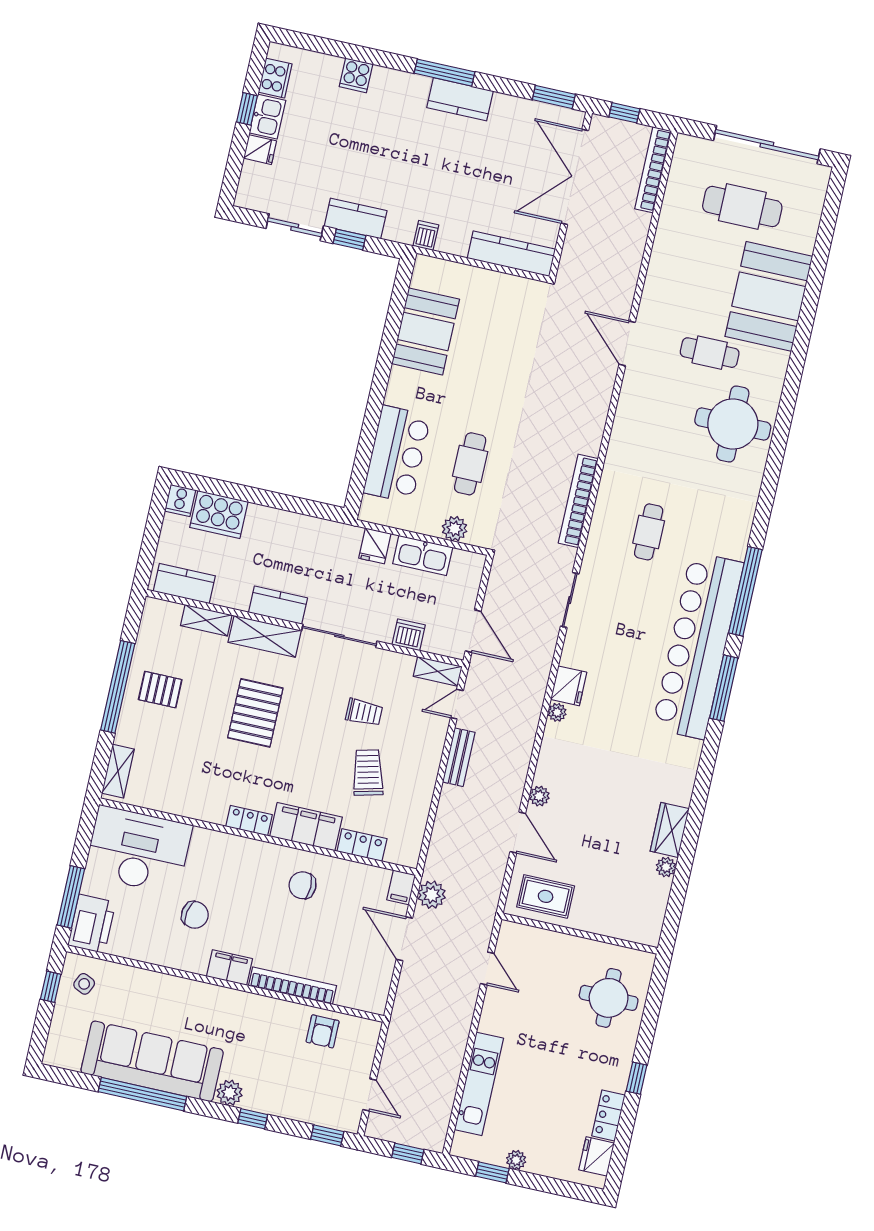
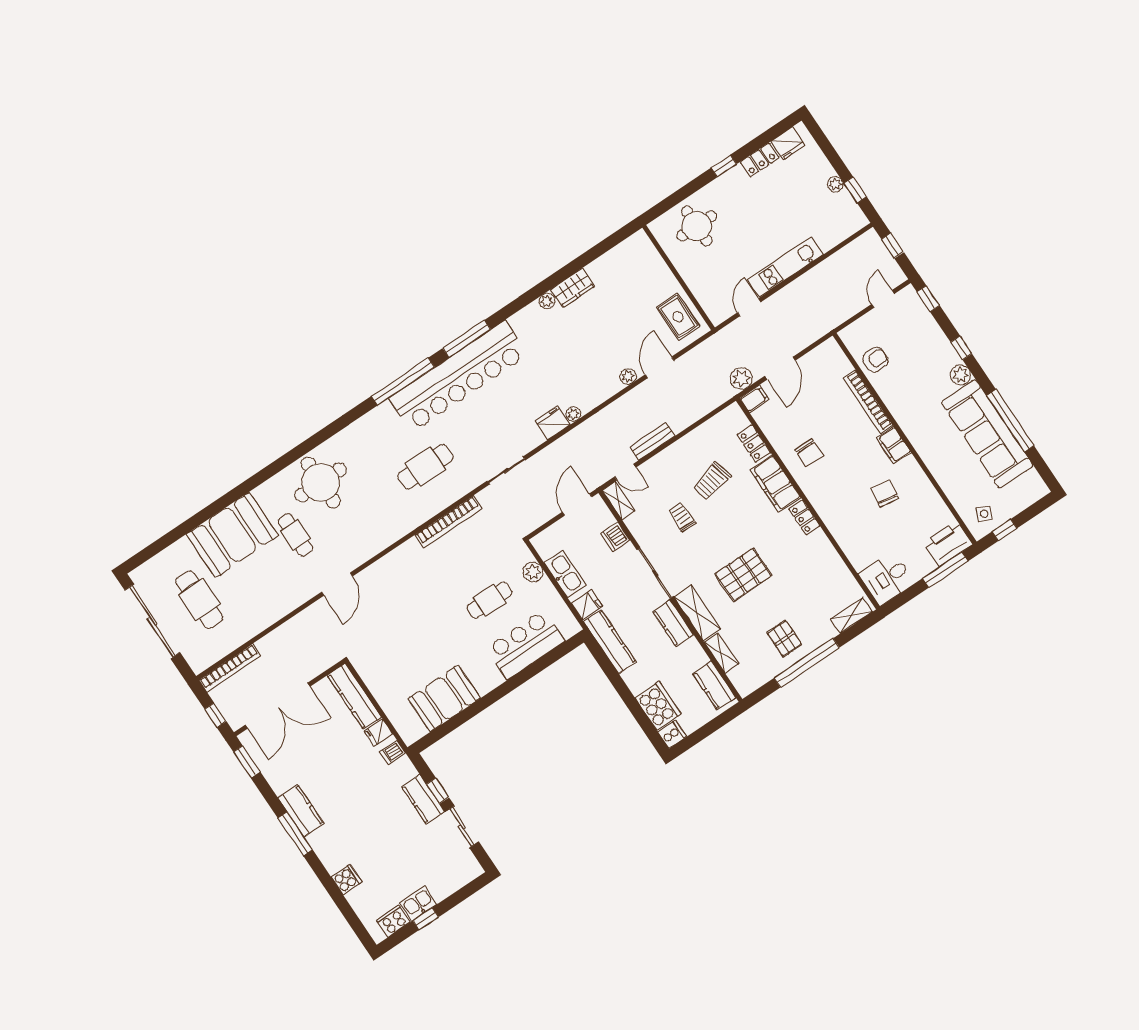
fridge: (260, 150) -> (378, 733), moved, turned -90
kitchen counter: (321, 532) -> (610, 642), added
cafe table: (649, 532) -> (426, 467), width x1.37, depth x1.35
desk: (138, 850) -> (887, 578), width x0.53, depth x0.77
plant: (666, 867) -> (547, 301), moved
kitchen unit: (479, 1084) -> (785, 267), moved

